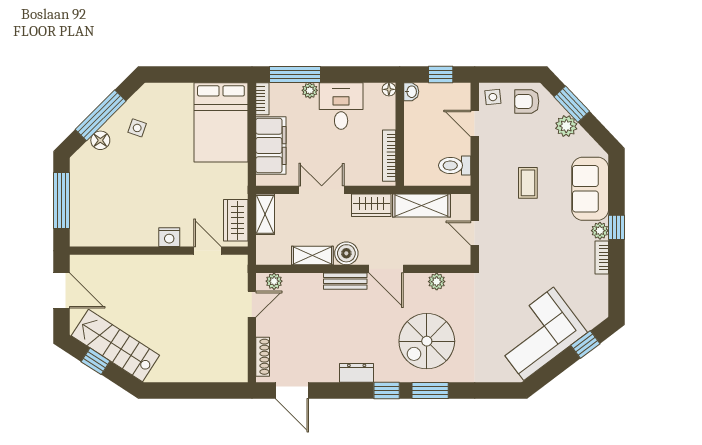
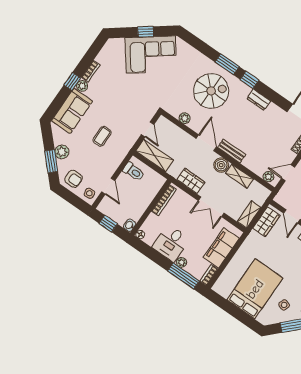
bed: (221, 122) -> (255, 289), moved
shelving: (421, 205) -> (155, 156), moved
window: (585, 344) -> (146, 32), moved

